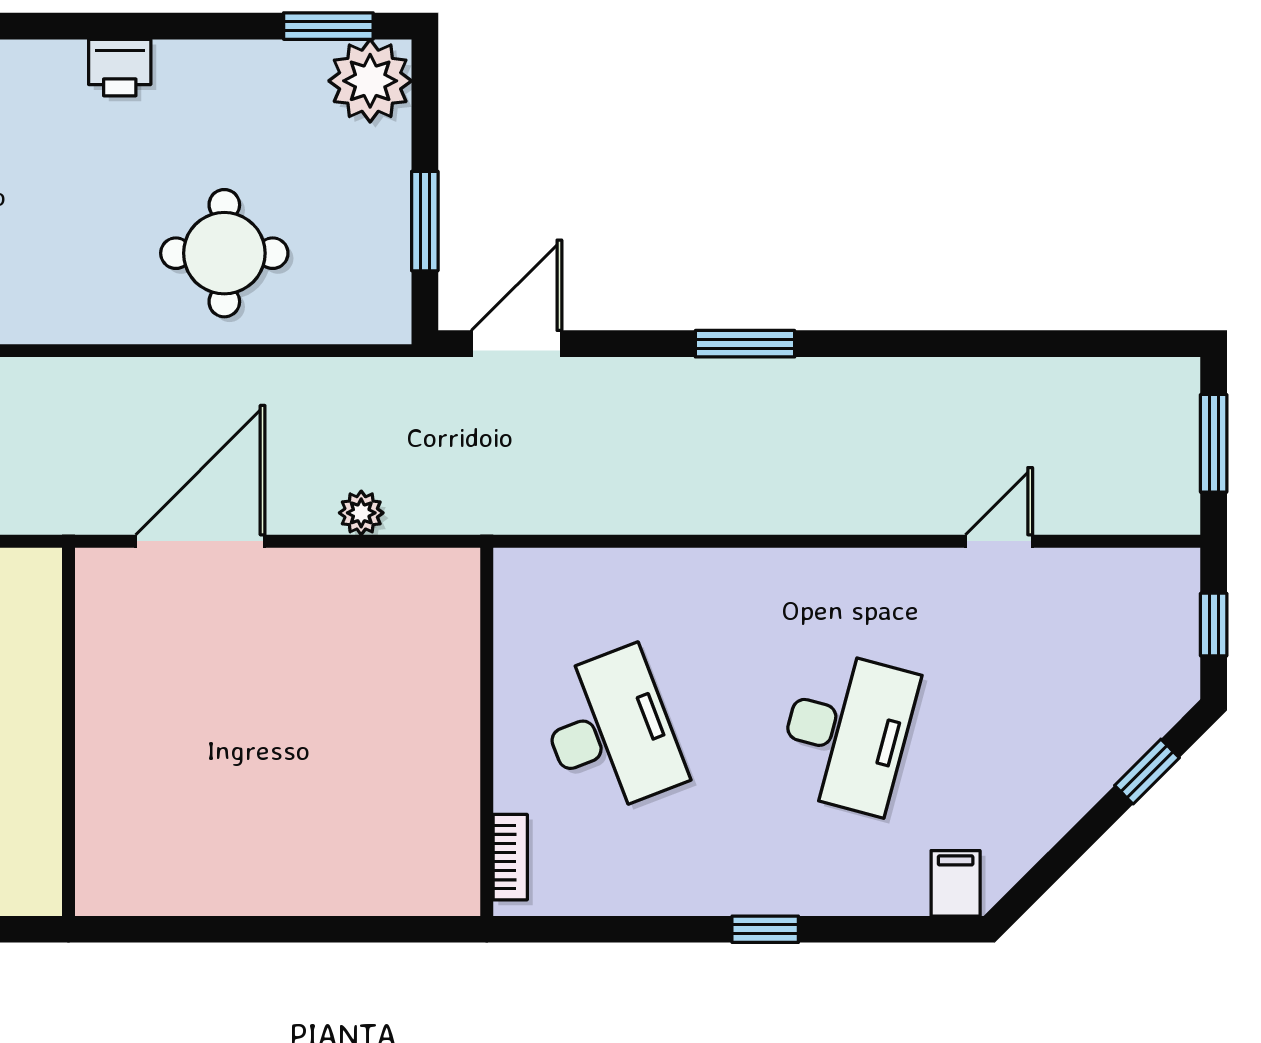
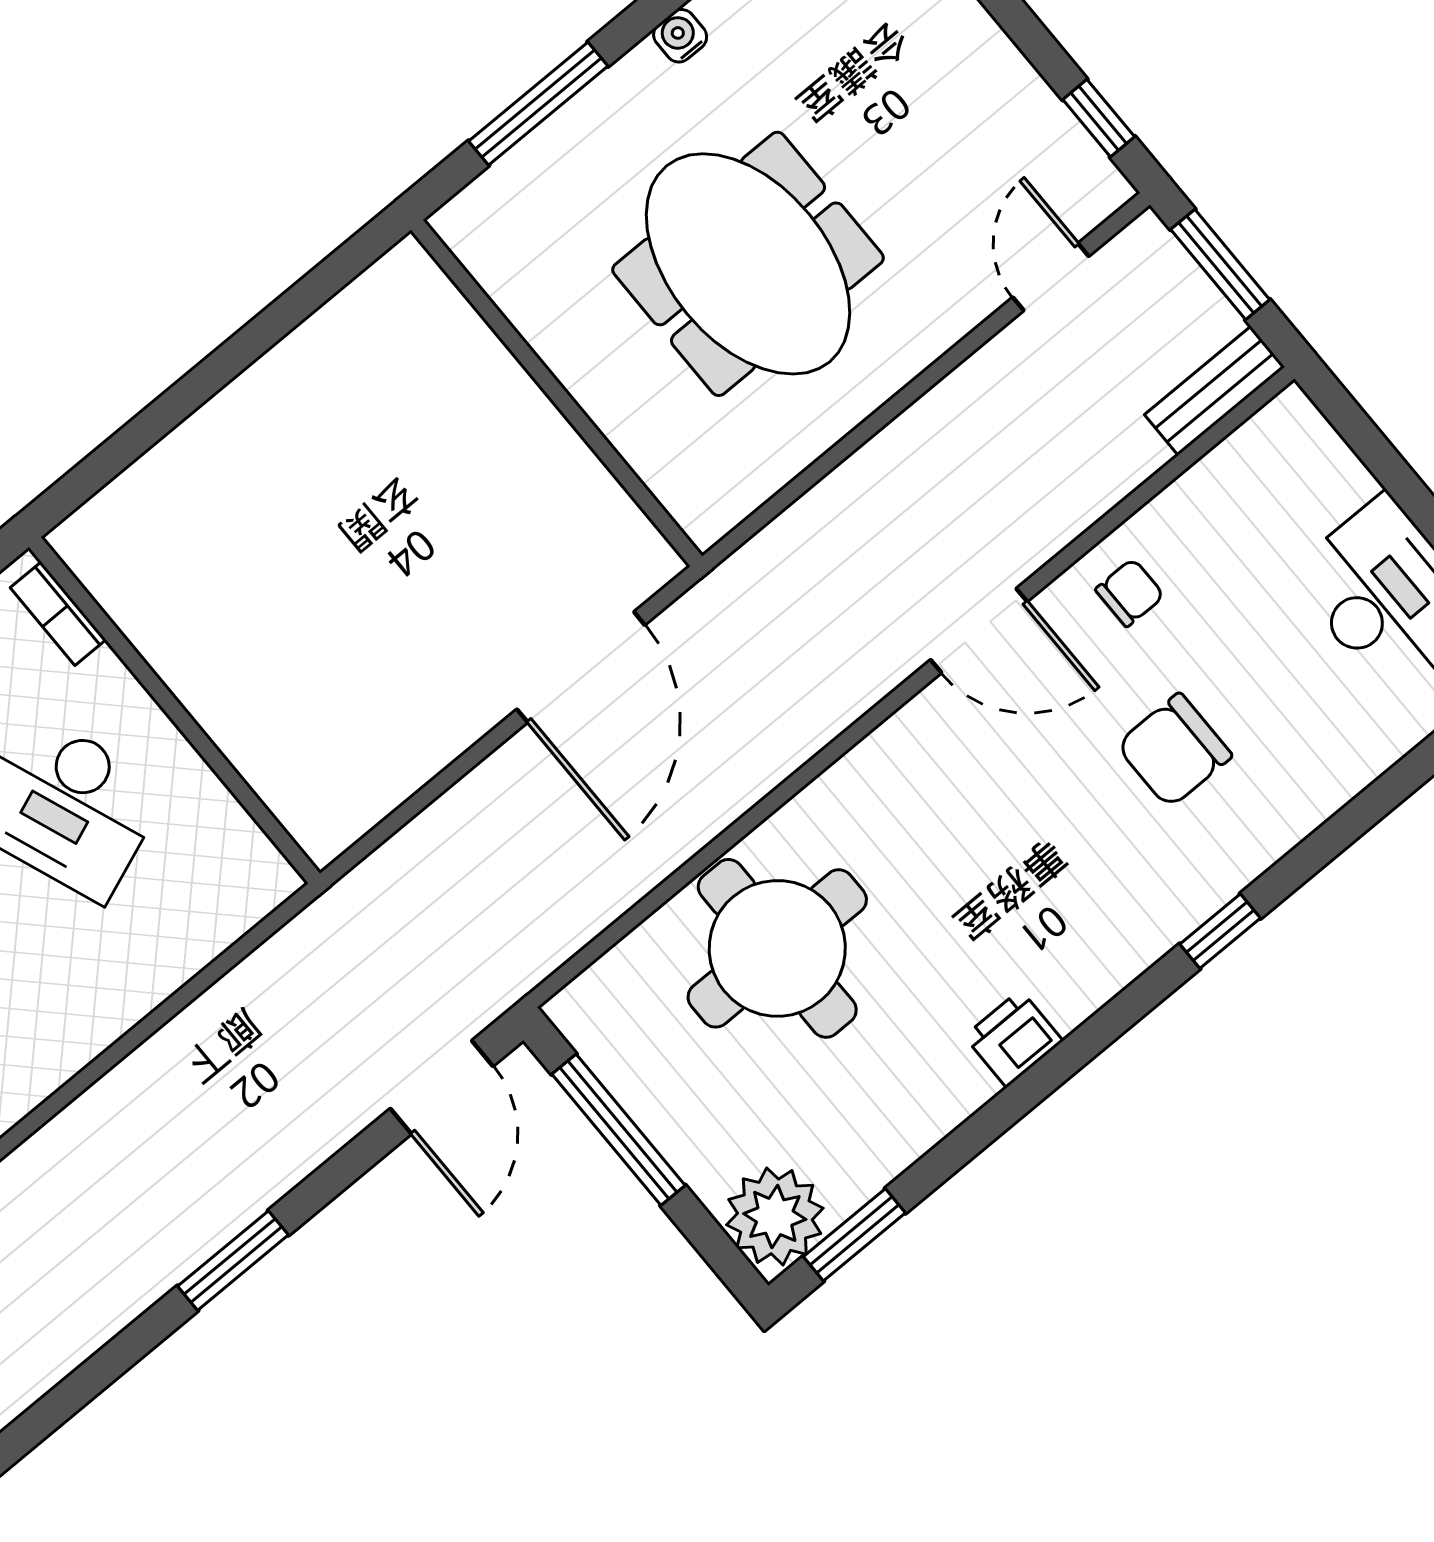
window: (425, 221) -> (618, 1130), width x1.44
round table: (224, 253) -> (777, 948), width x1.36, depth x1.36
plant: (361, 513) -> (455, 815), removed

